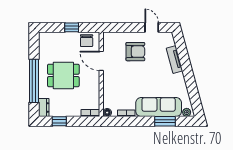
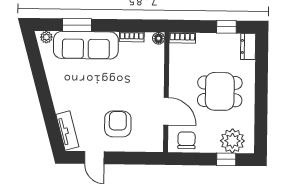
window: (72, 27) -> (226, 159), moved
plant: (54, 41) -> (232, 141), added
armchair: (135, 52) -> (118, 124), turned 90
tv unit: (175, 60) -> (67, 131), moved
window: (34, 81) -> (261, 84), removed

